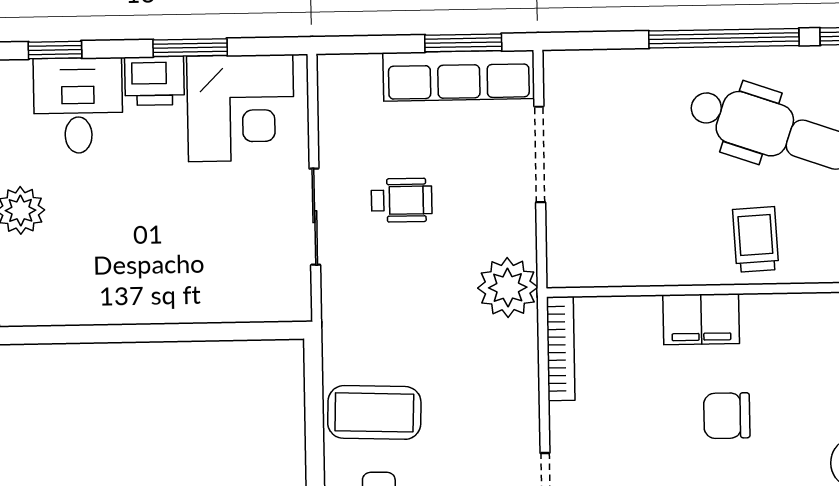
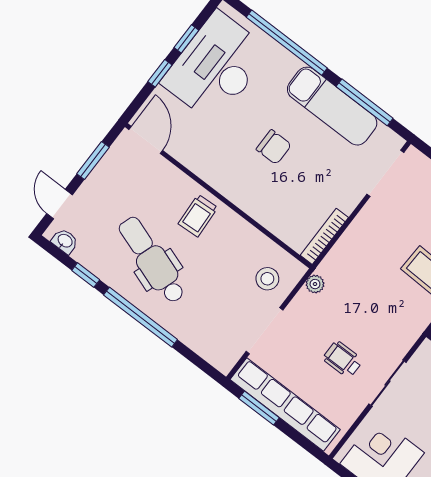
row of seats: (459, 76) -> (285, 405), width x1.36
stool: (592, 229) -> (267, 279), added
plant: (508, 288) -> (315, 284), width x0.53, depth x0.53
filing cabinet: (701, 319) -> (251, 199), removed

